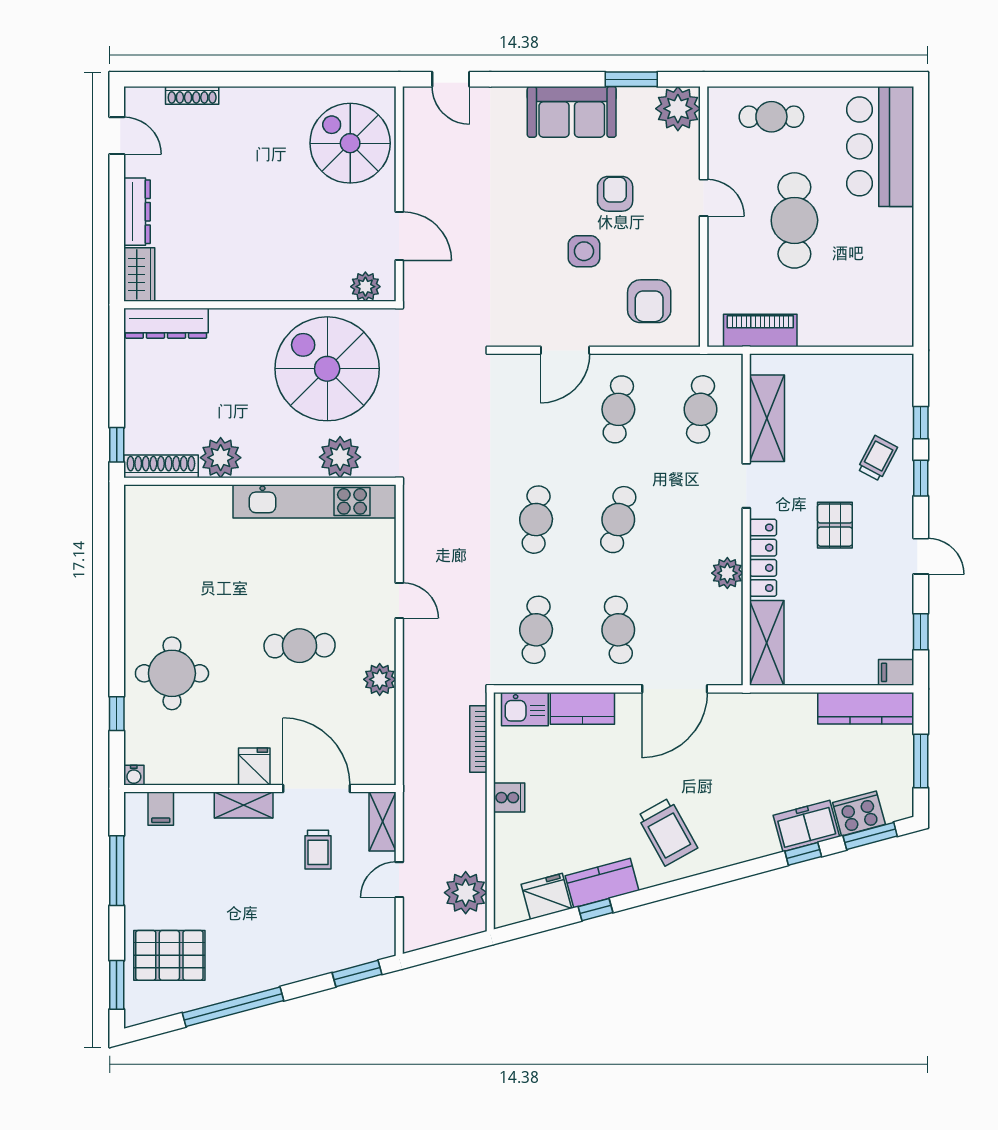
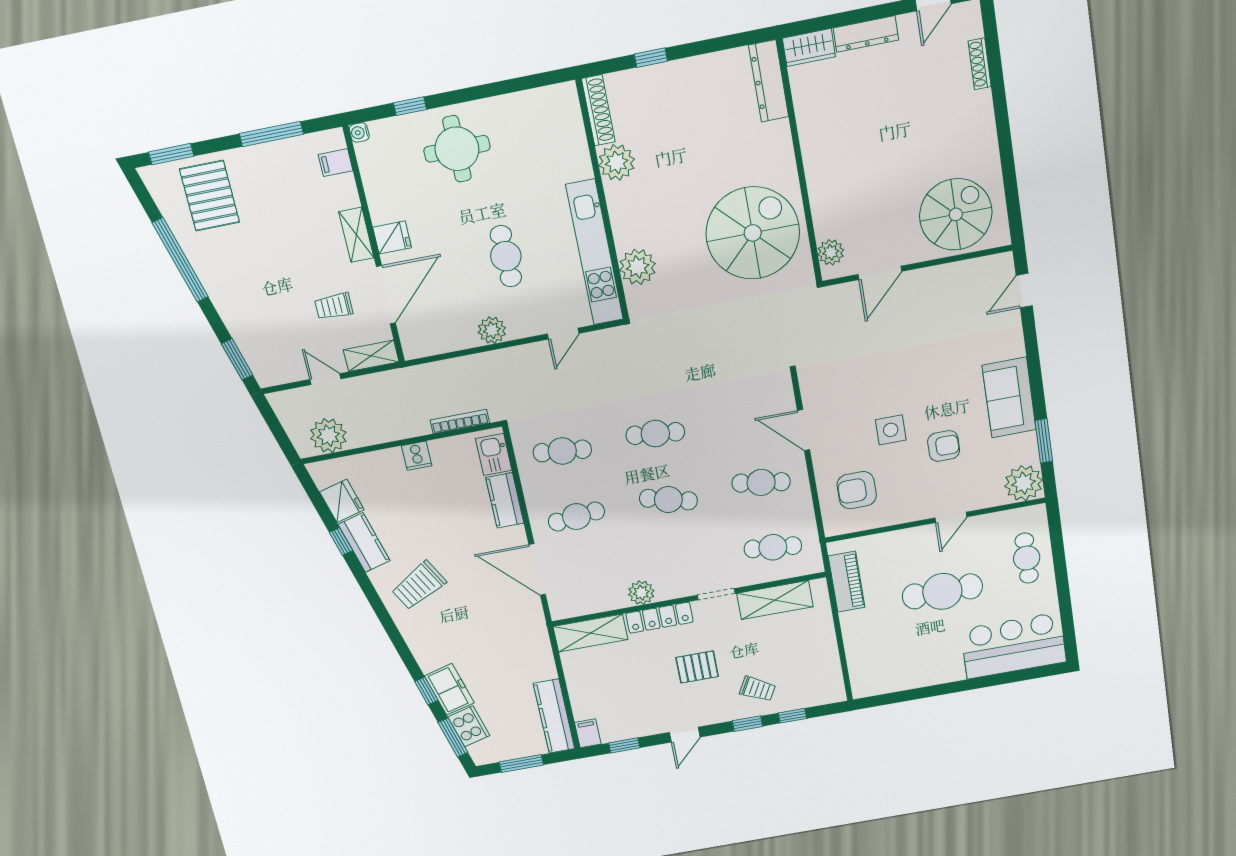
plant: (340, 457) -> (638, 267), moved
plant: (221, 458) -> (617, 162), moved
shoe rack: (161, 466) -> (598, 110), moved
wall: (260, 481) -> (603, 201), moved
kitchen unit: (315, 501) -> (595, 252), moved

